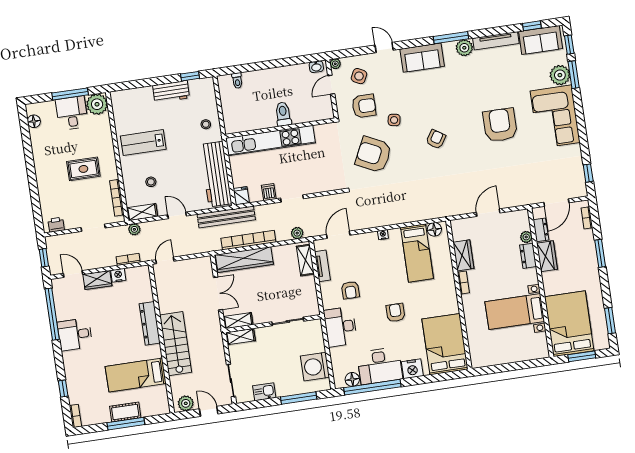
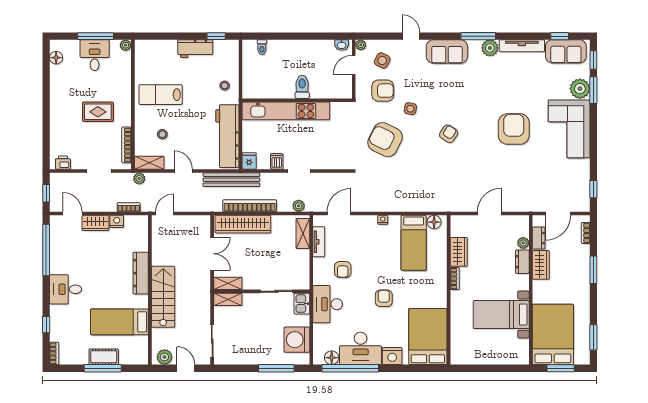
plant: (97, 104) -> (126, 45), width x0.53, depth x0.53
desk: (75, 334) -> (66, 289), moved
kitchen sink: (264, 392) -> (302, 304), moved, turned -90

